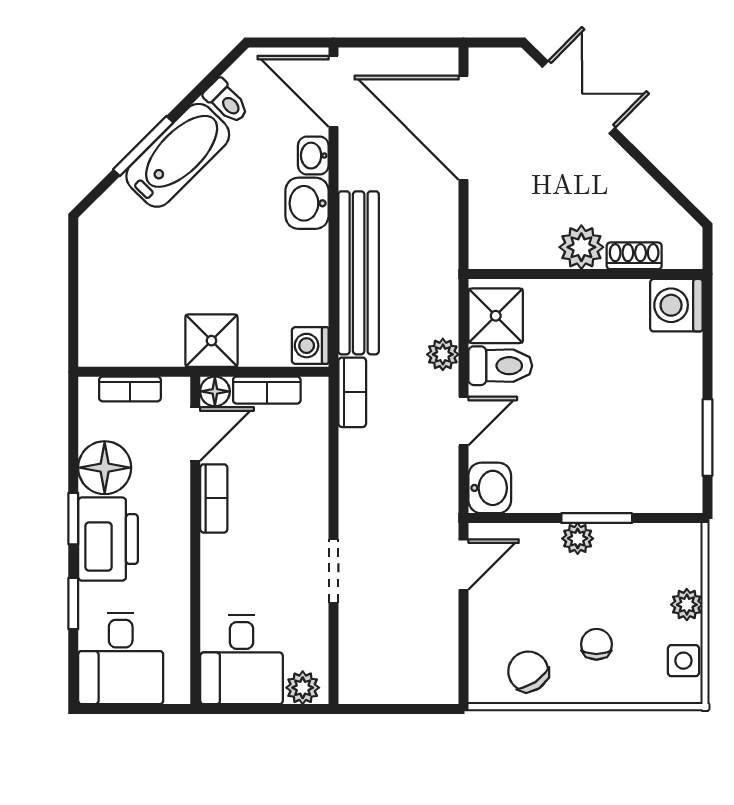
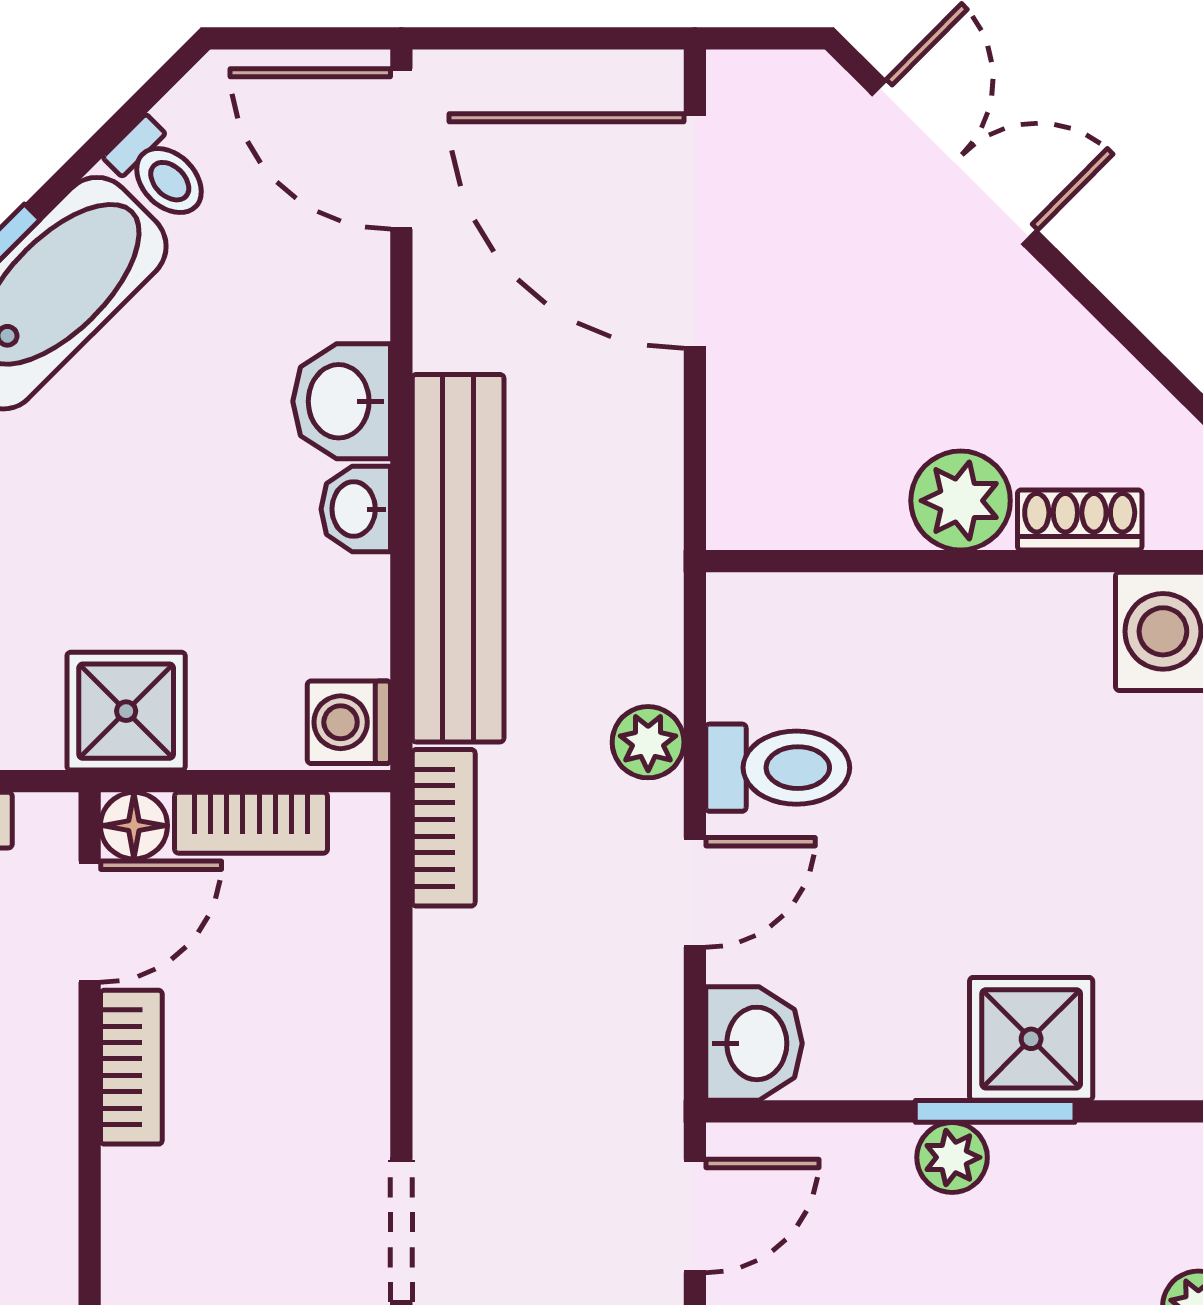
washbasin: (313, 156) -> (356, 509), moved
shower: (496, 316) -> (1031, 1039), moved

